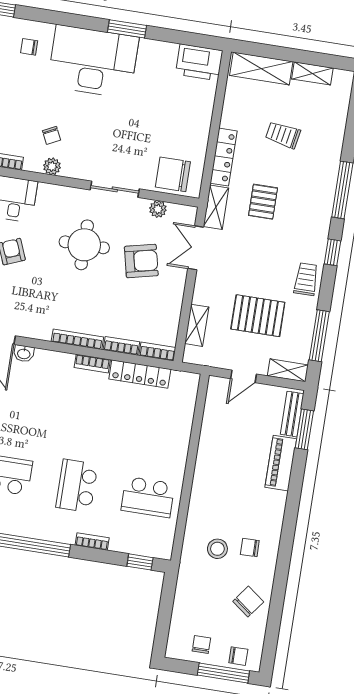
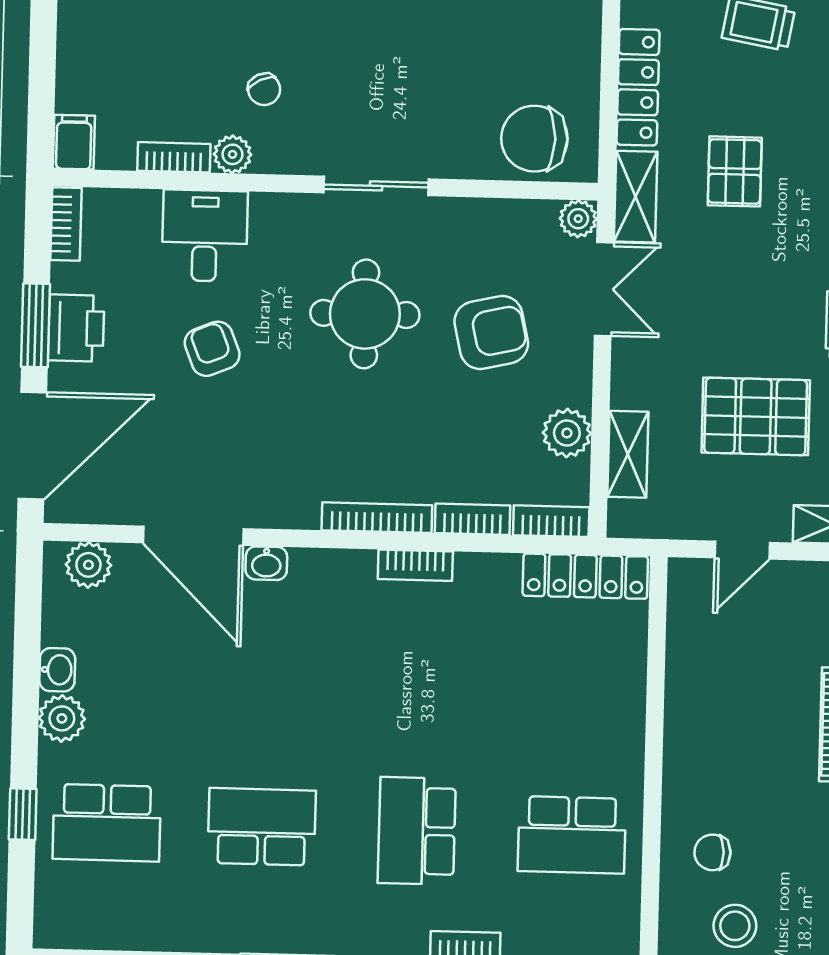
plant: (52, 166) -> (232, 154), moved
sliding door: (115, 189) -> (376, 186), moved
plant: (158, 209) -> (578, 219), moved
double door: (196, 248) -> (604, 289), swing flipped
plant: (170, 312) -> (567, 433), added
locker: (140, 374) -> (585, 576), moved
chair: (250, 547) -> (712, 852), moved

